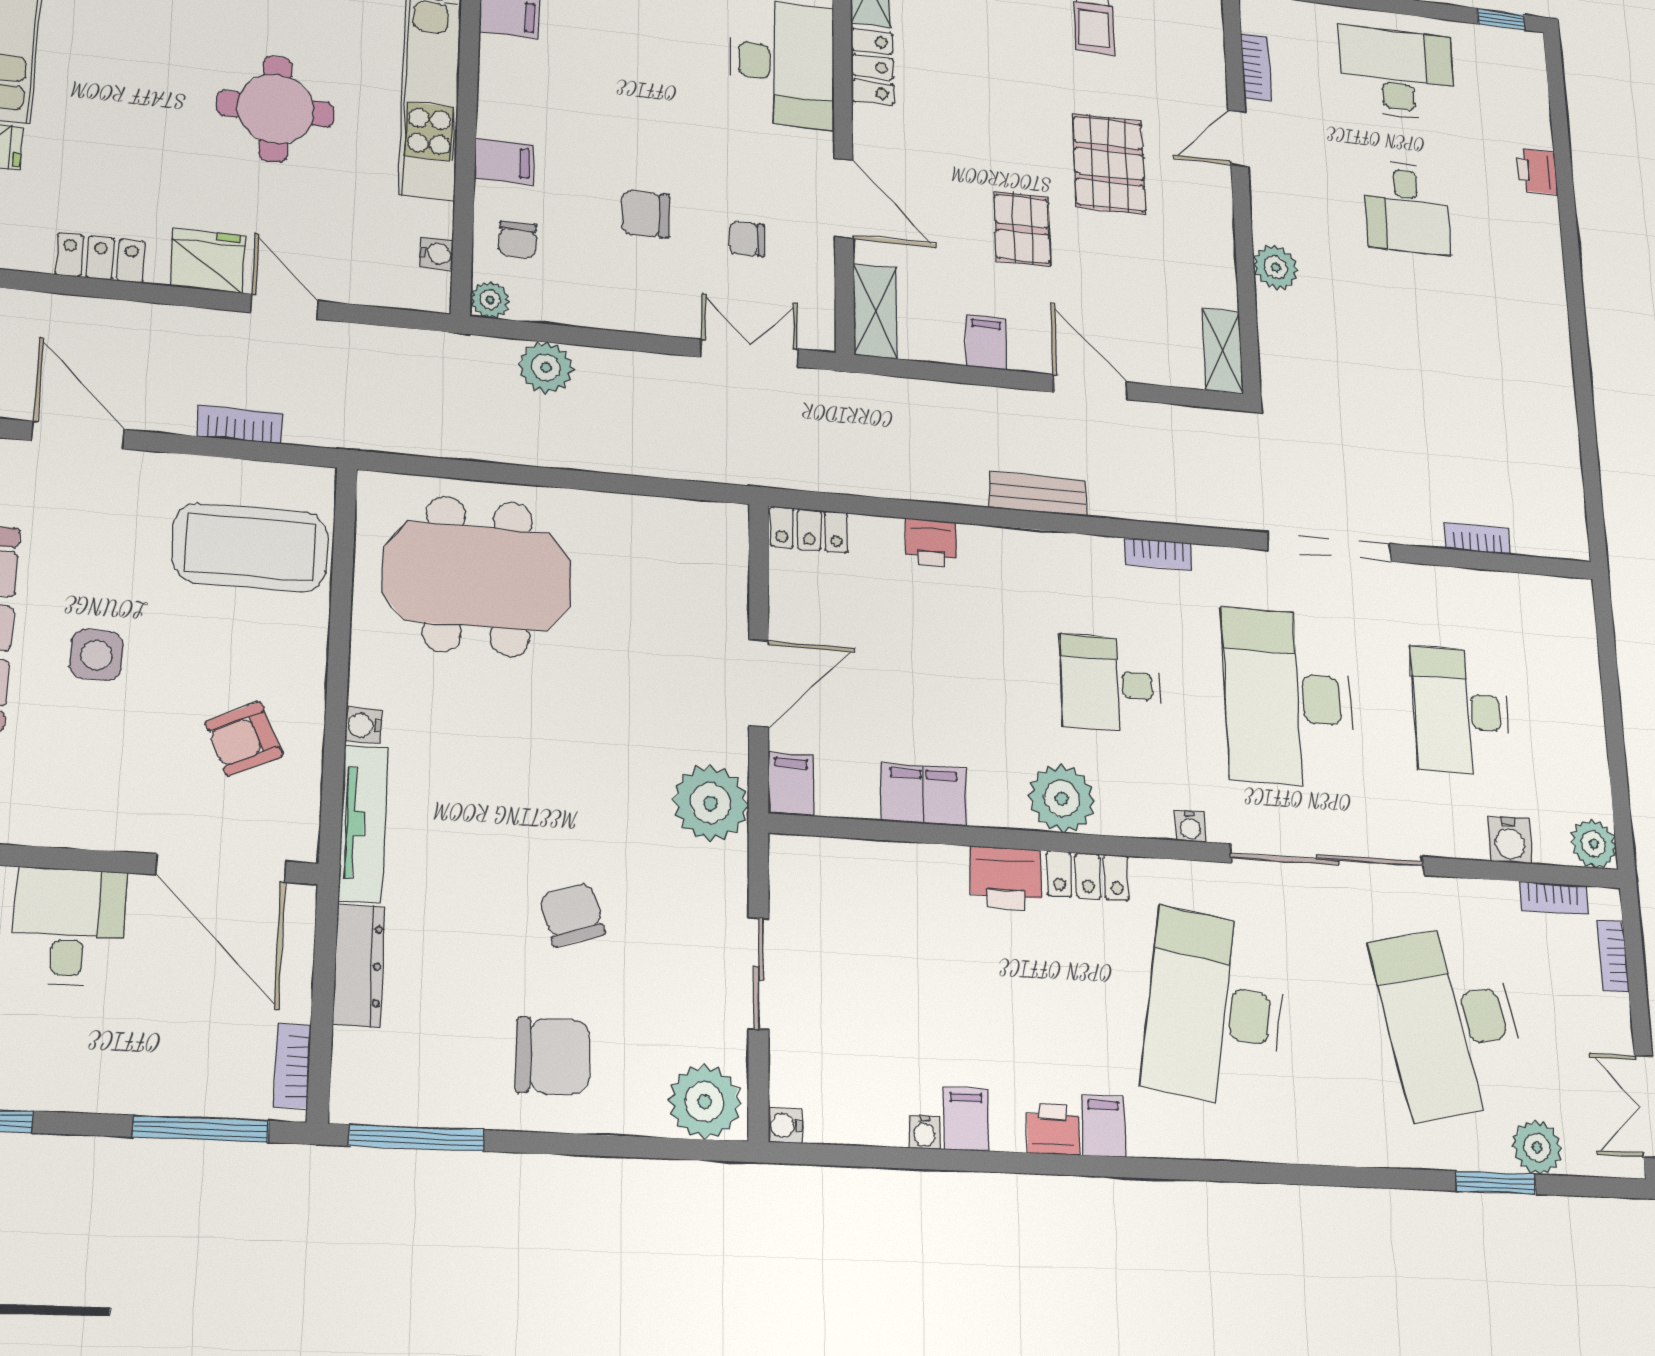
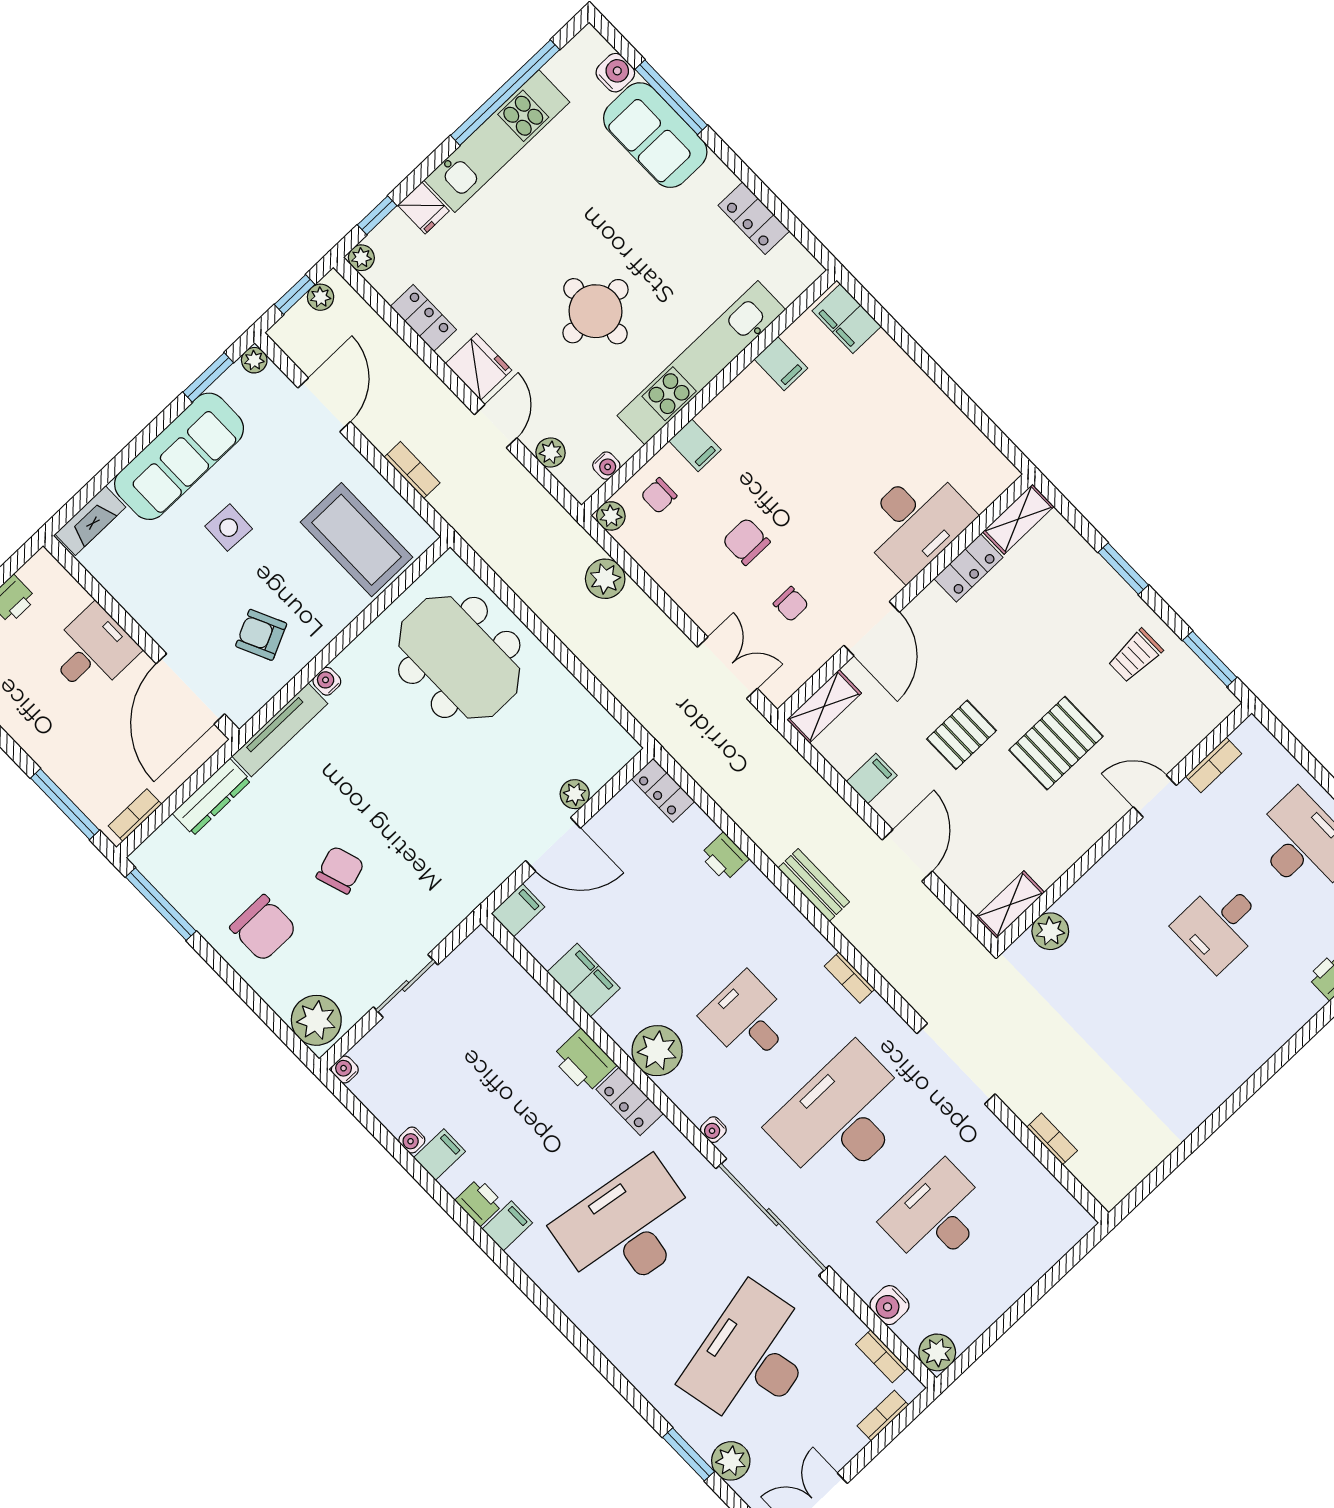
chair: (747, 239) -> (791, 604), turned 180
plant: (1276, 267) -> (1050, 931), moved
plant: (367, 287) -> (551, 453), added
plant: (711, 803) -> (575, 794), moved, width x0.53, depth x0.53

